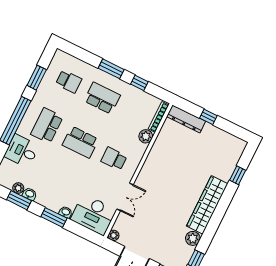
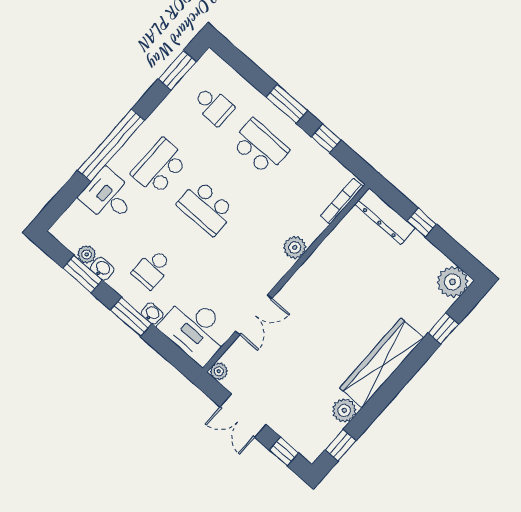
window: (37, 78) -> (177, 70), moved
plant: (146, 136) -> (295, 247), moved
plant: (236, 147) -> (453, 282), added
school desk: (114, 159) -> (152, 269), moved, turned -90

